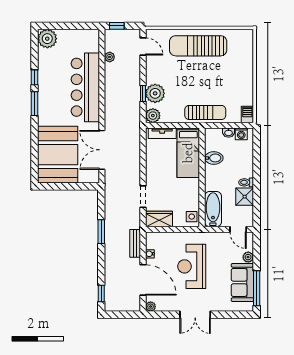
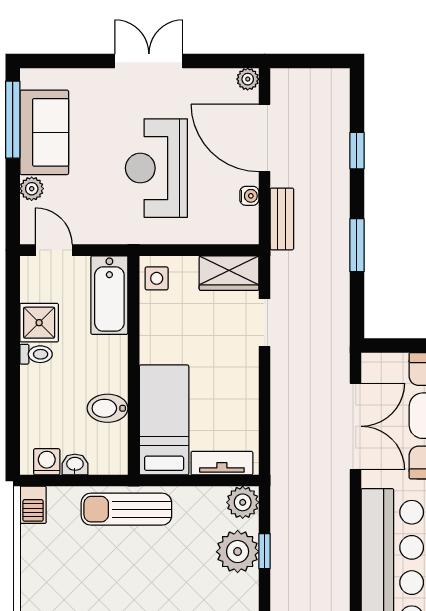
reception desk: (192, 266) -> (156, 168), turned 180
window: (101, 293) -> (357, 151), moved

